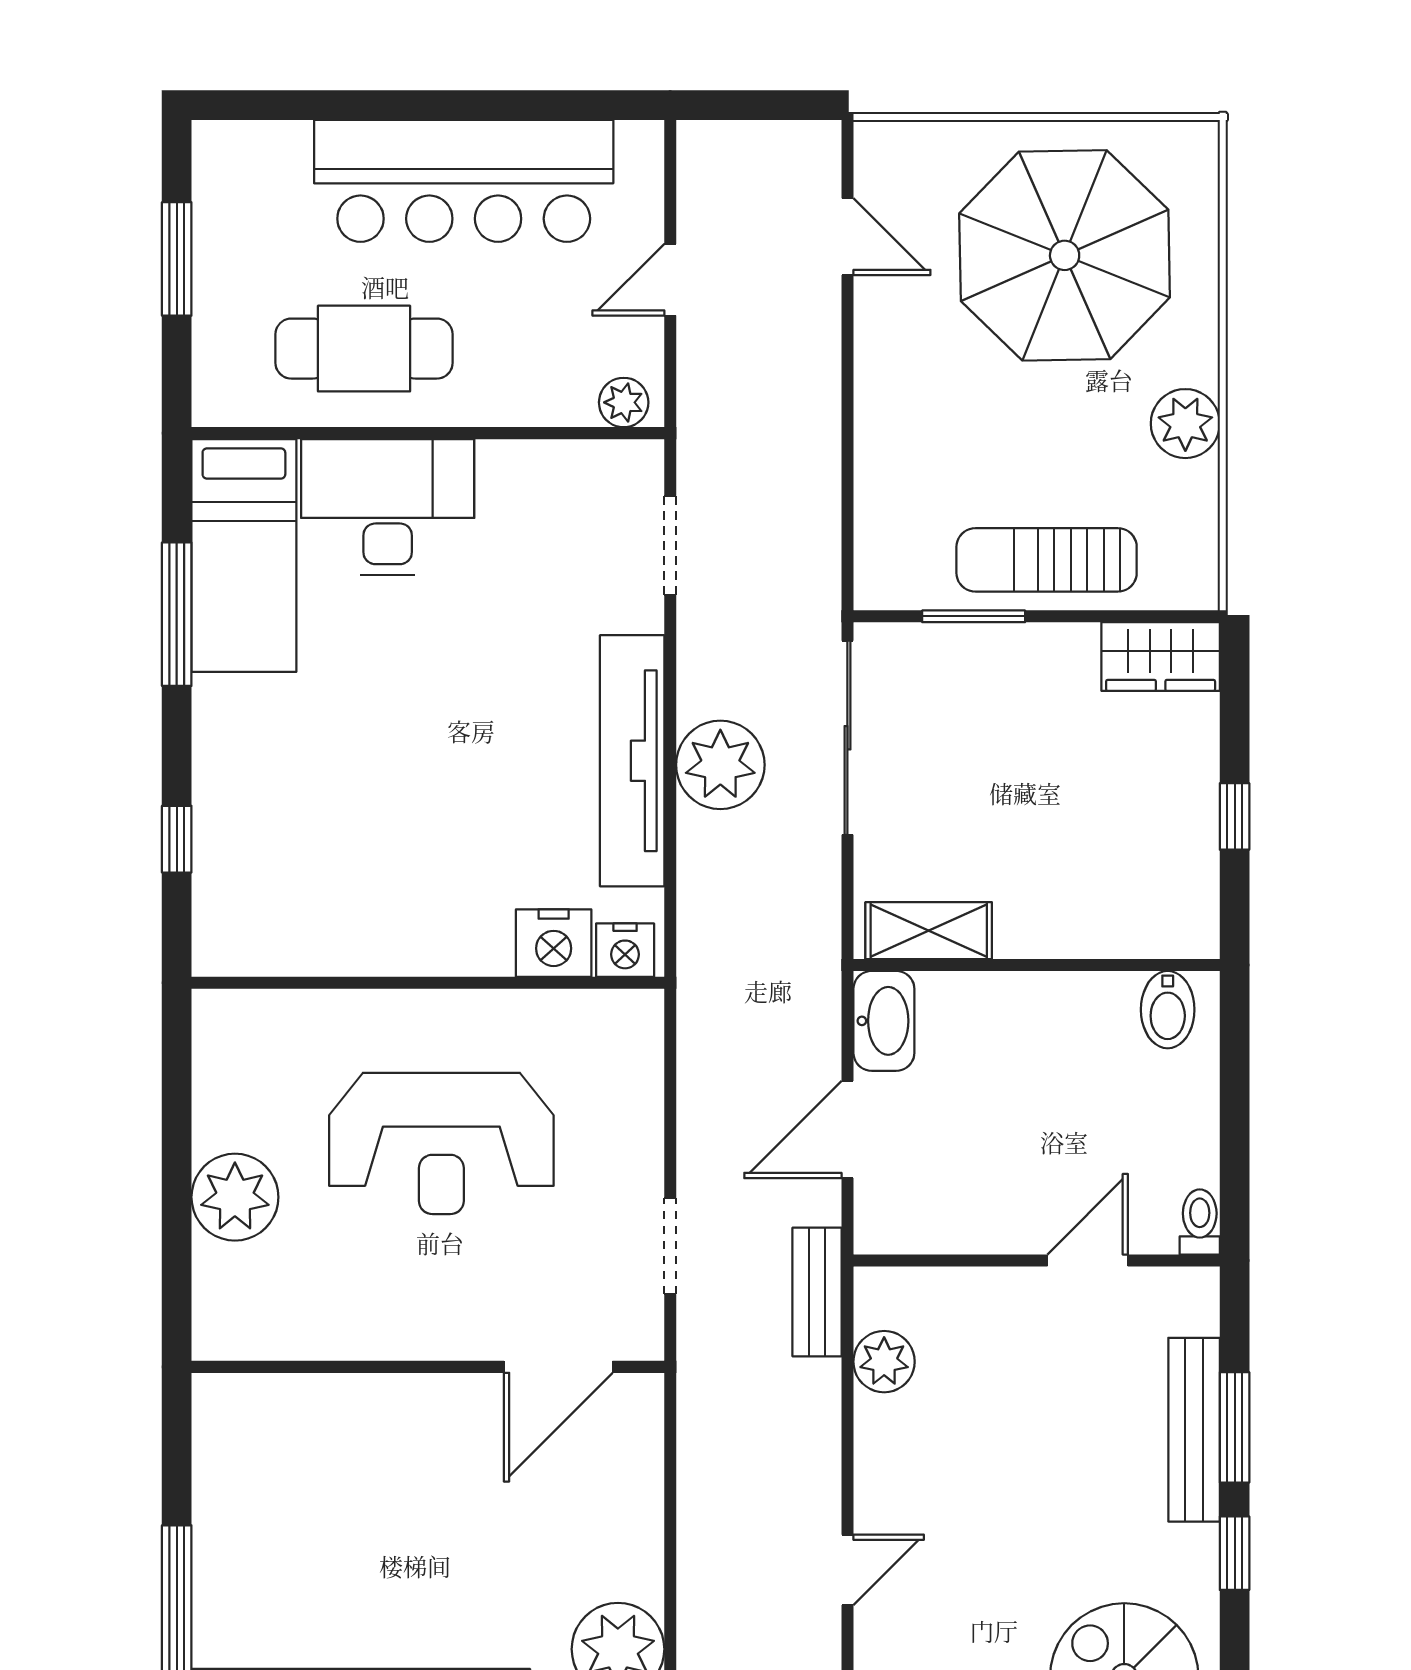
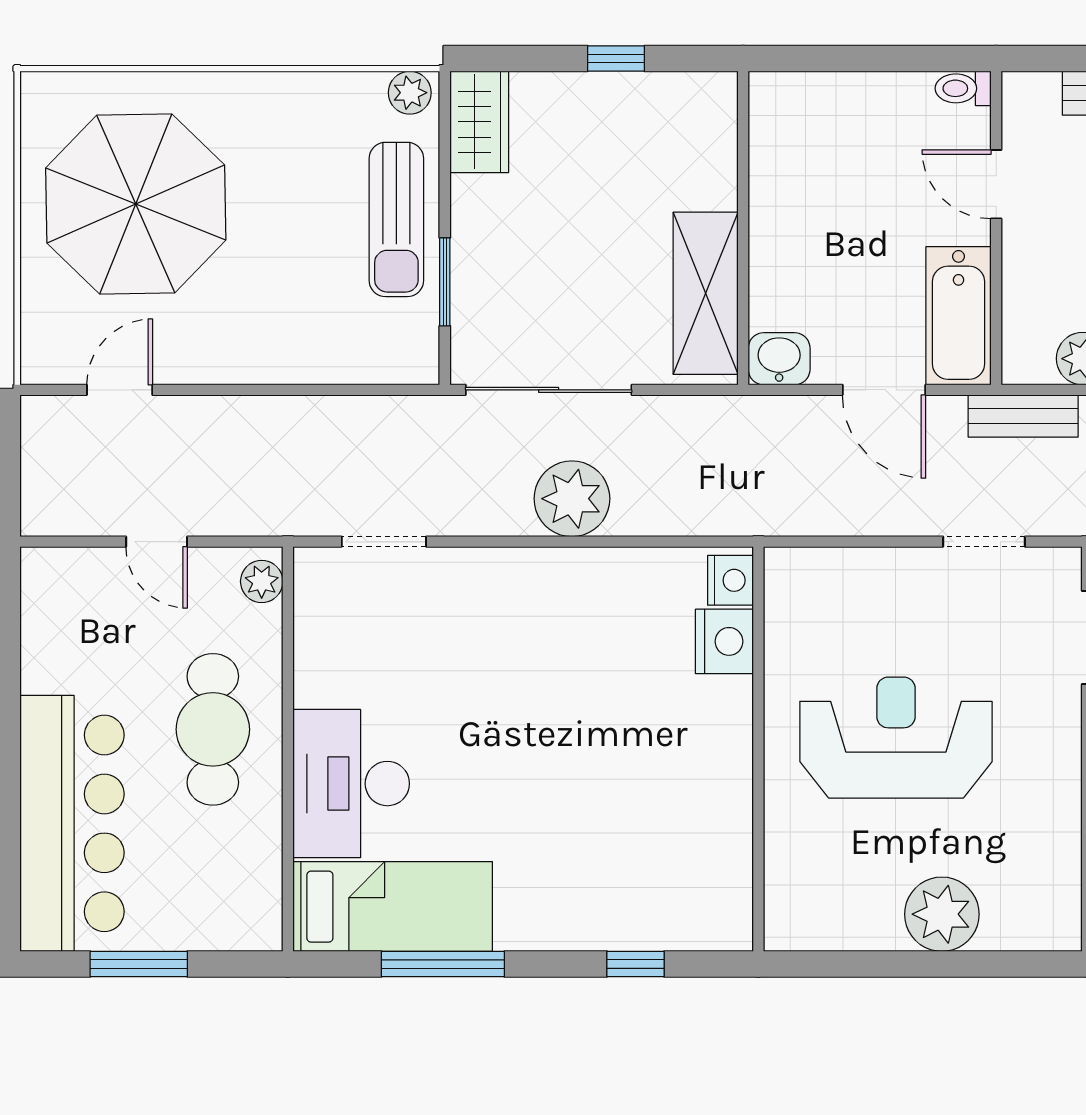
bar counter: (464, 181) -> (72, 823), moved
cafe table: (364, 349) -> (213, 729), moved
plant: (1185, 424) -> (410, 93), moved, width x0.73, depth x0.73
tv unit: (632, 761) -> (568, 574), removed
shelving: (929, 931) -> (706, 293), width x1.50, depth x1.33
bidet: (1168, 1010) -> (781, 116), removed
washbasin: (884, 1021) -> (779, 359), width x0.72
reception desk: (441, 1143) -> (896, 738), turned -90
bathtub: (934, 1217) -> (959, 316), added

